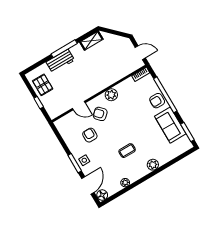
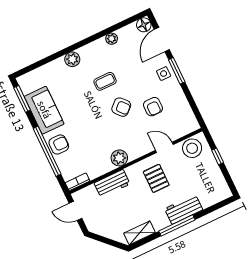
workbench: (115, 75) -> (112, 183), added
pallet: (43, 85) -> (156, 178), moved
stool: (58, 107) -> (192, 148), added
armchair: (100, 114) -> (121, 107), moved

